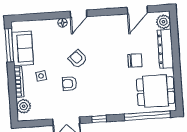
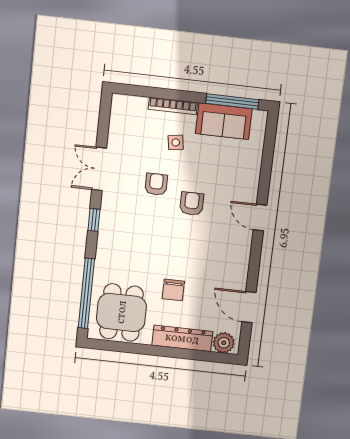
floor lamp: (62, 23) -> (252, 190), removed
armchair: (78, 59) -> (192, 204), turned -50
plant: (24, 106) -> (134, 107), removed

